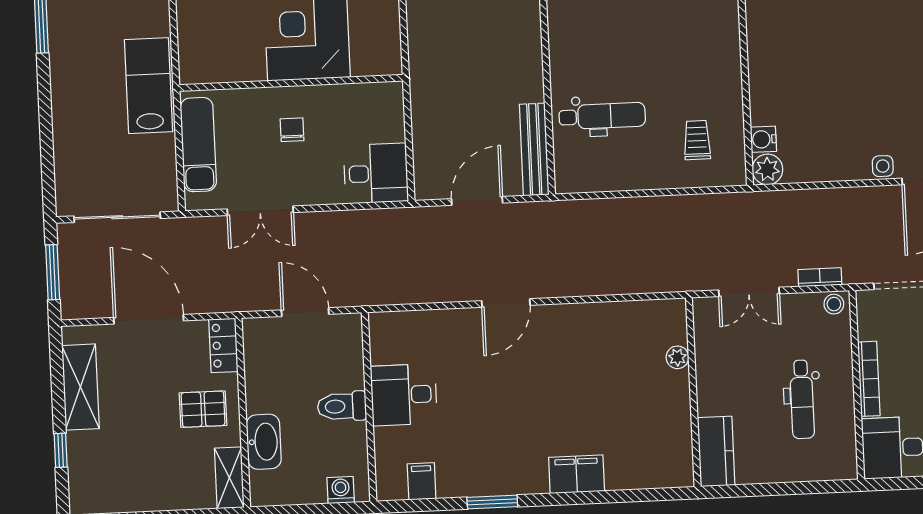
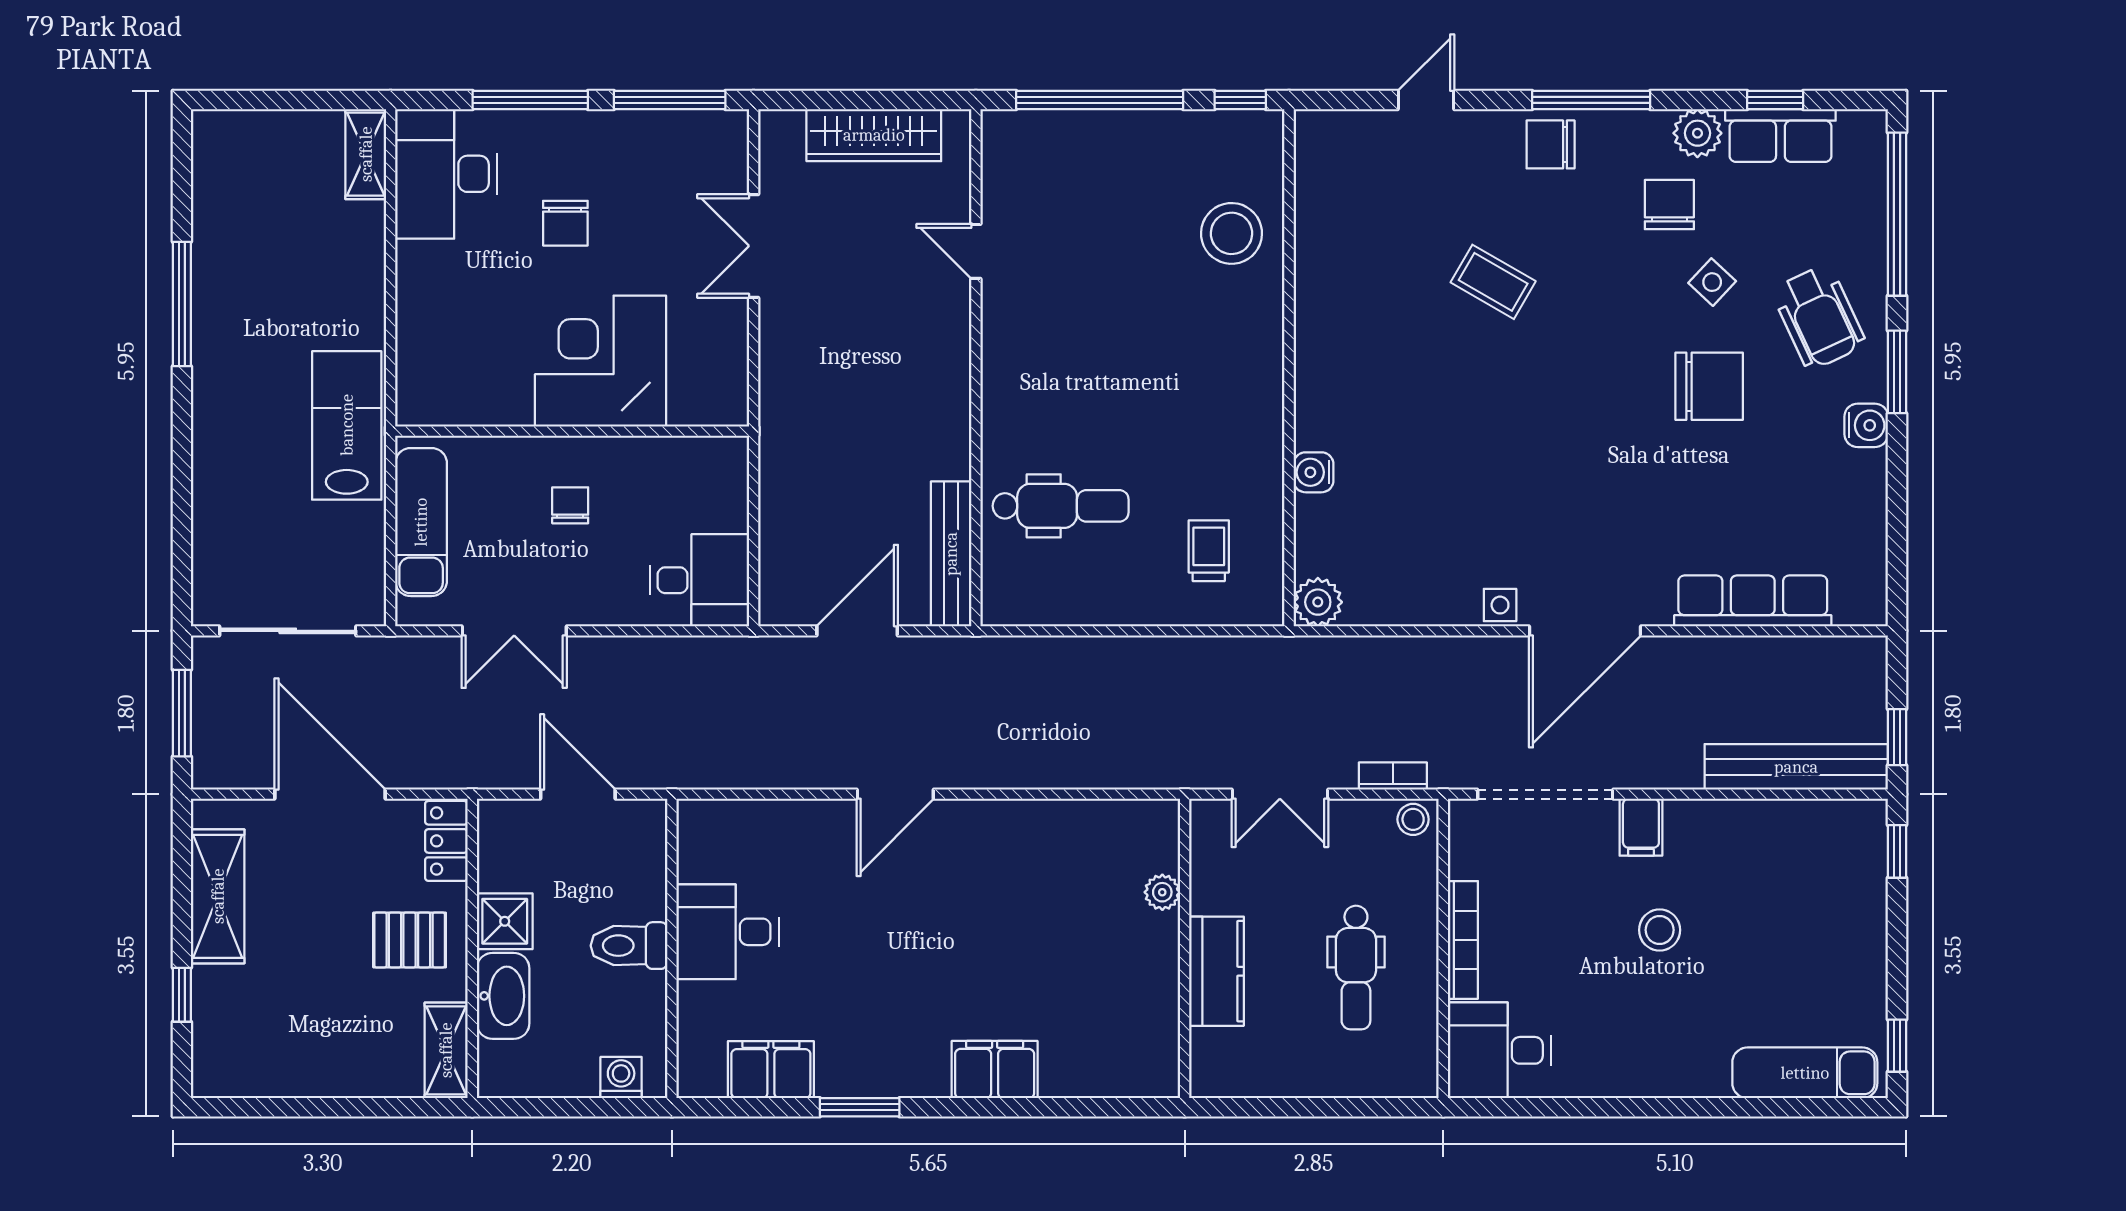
water cooler: (763, 139) -> (1314, 472), moved
shower: (263, 395) -> (505, 921), added
kitchen counter: (716, 451) -> (1216, 971), moved
filing cabinet: (422, 481) -> (771, 1070), width x2.00

